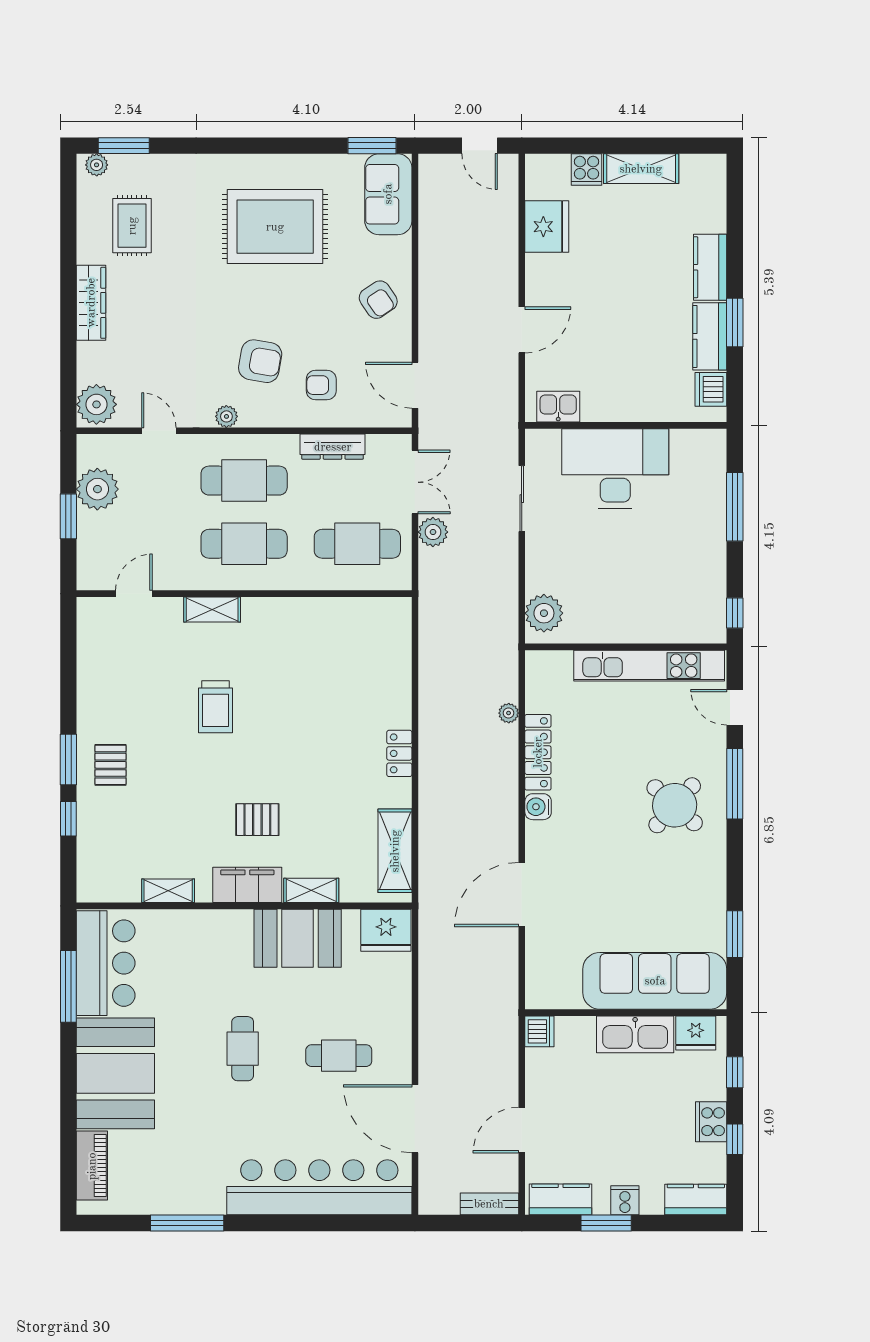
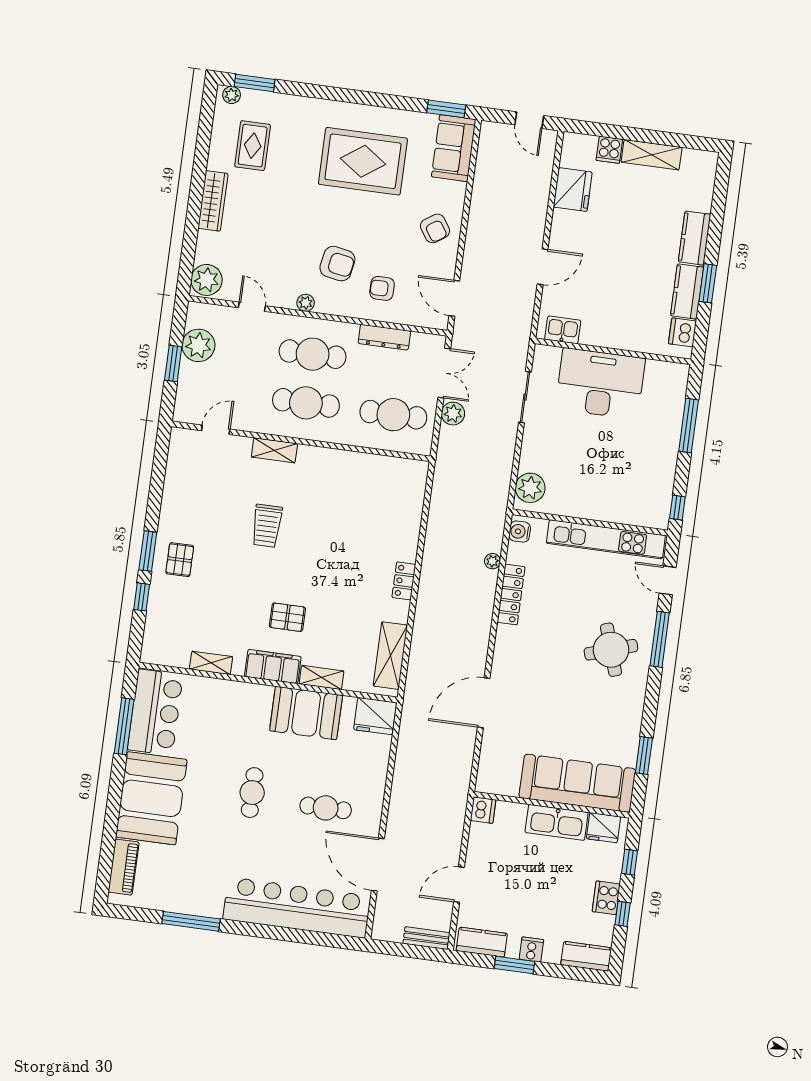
round table: (675, 805) -> (611, 650), turned 30
water cooler: (538, 807) -> (520, 532), moved

